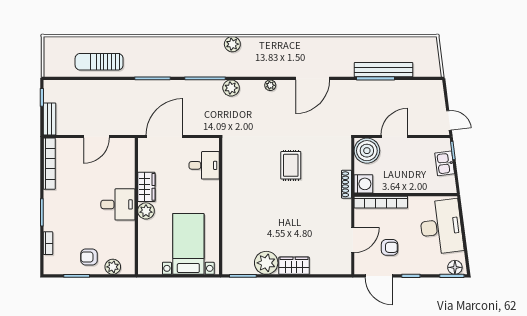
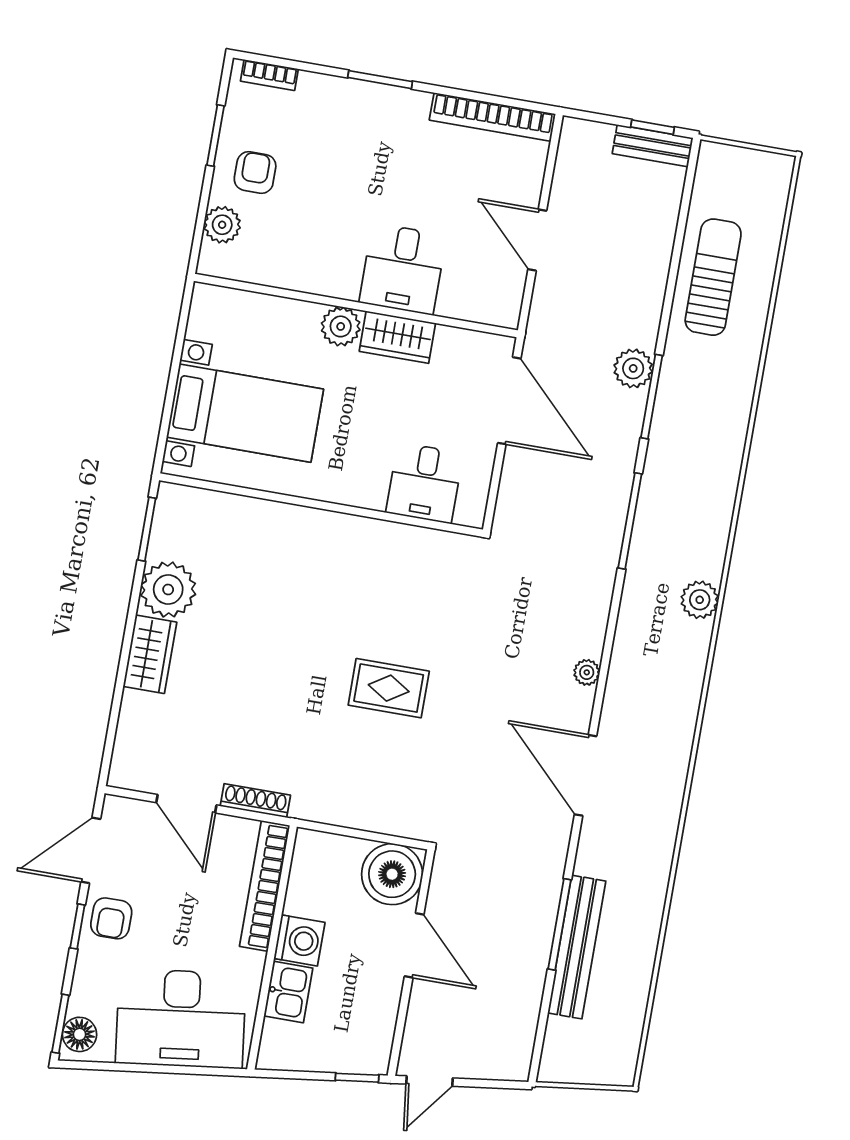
plant: (231, 88) -> (633, 368), moved
bench: (50, 119) -> (653, 146), moved
kitchen sink: (445, 163) -> (288, 992), moved, turned 97
shoe rack: (347, 184) -> (255, 801), moved
washing machine: (363, 184) -> (299, 940), moved, turned -90
desk: (118, 204) -> (403, 269), moved
bookcase: (48, 243) -> (269, 75), moved
armchair: (390, 247) -> (111, 918), moved

